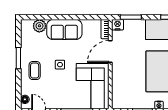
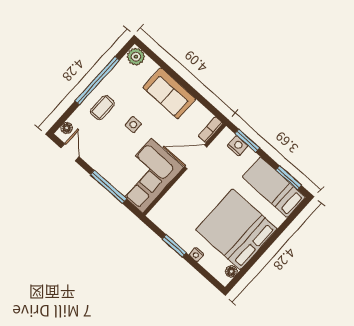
nightstand: (118, 25) -> (238, 146), moved
plant: (39, 26) -> (136, 57), moved
window: (18, 58) -> (97, 81), width x2.11

